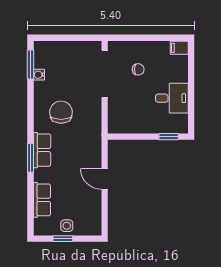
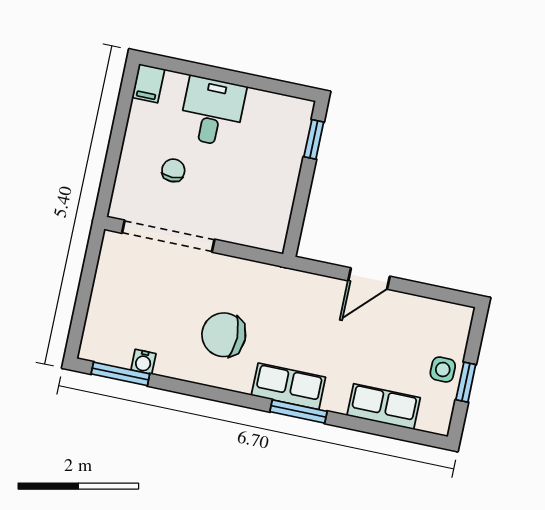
desk: (172, 98) -> (212, 111), moved

